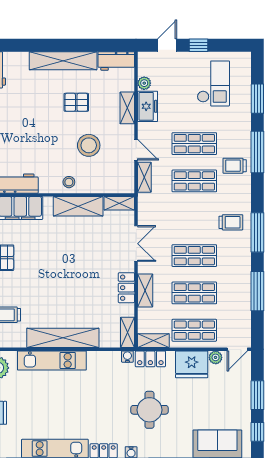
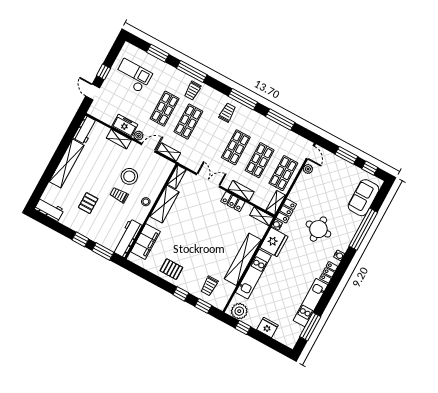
plant: (144, 83) -> (138, 136), moved
pallet: (76, 102) -> (88, 203), moved
trolley: (59, 145) -> (119, 195), added
fridge: (192, 364) -> (274, 242), moved

